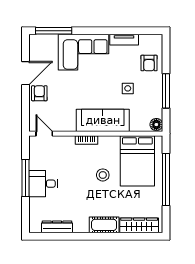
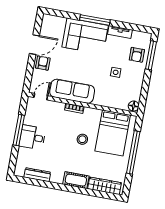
window: (54, 31) -> (95, 20), moved
window: (166, 91) -> (151, 55), moved
sofa: (103, 120) -> (72, 91), moved
door: (44, 134) -> (41, 97), hinge flipped

